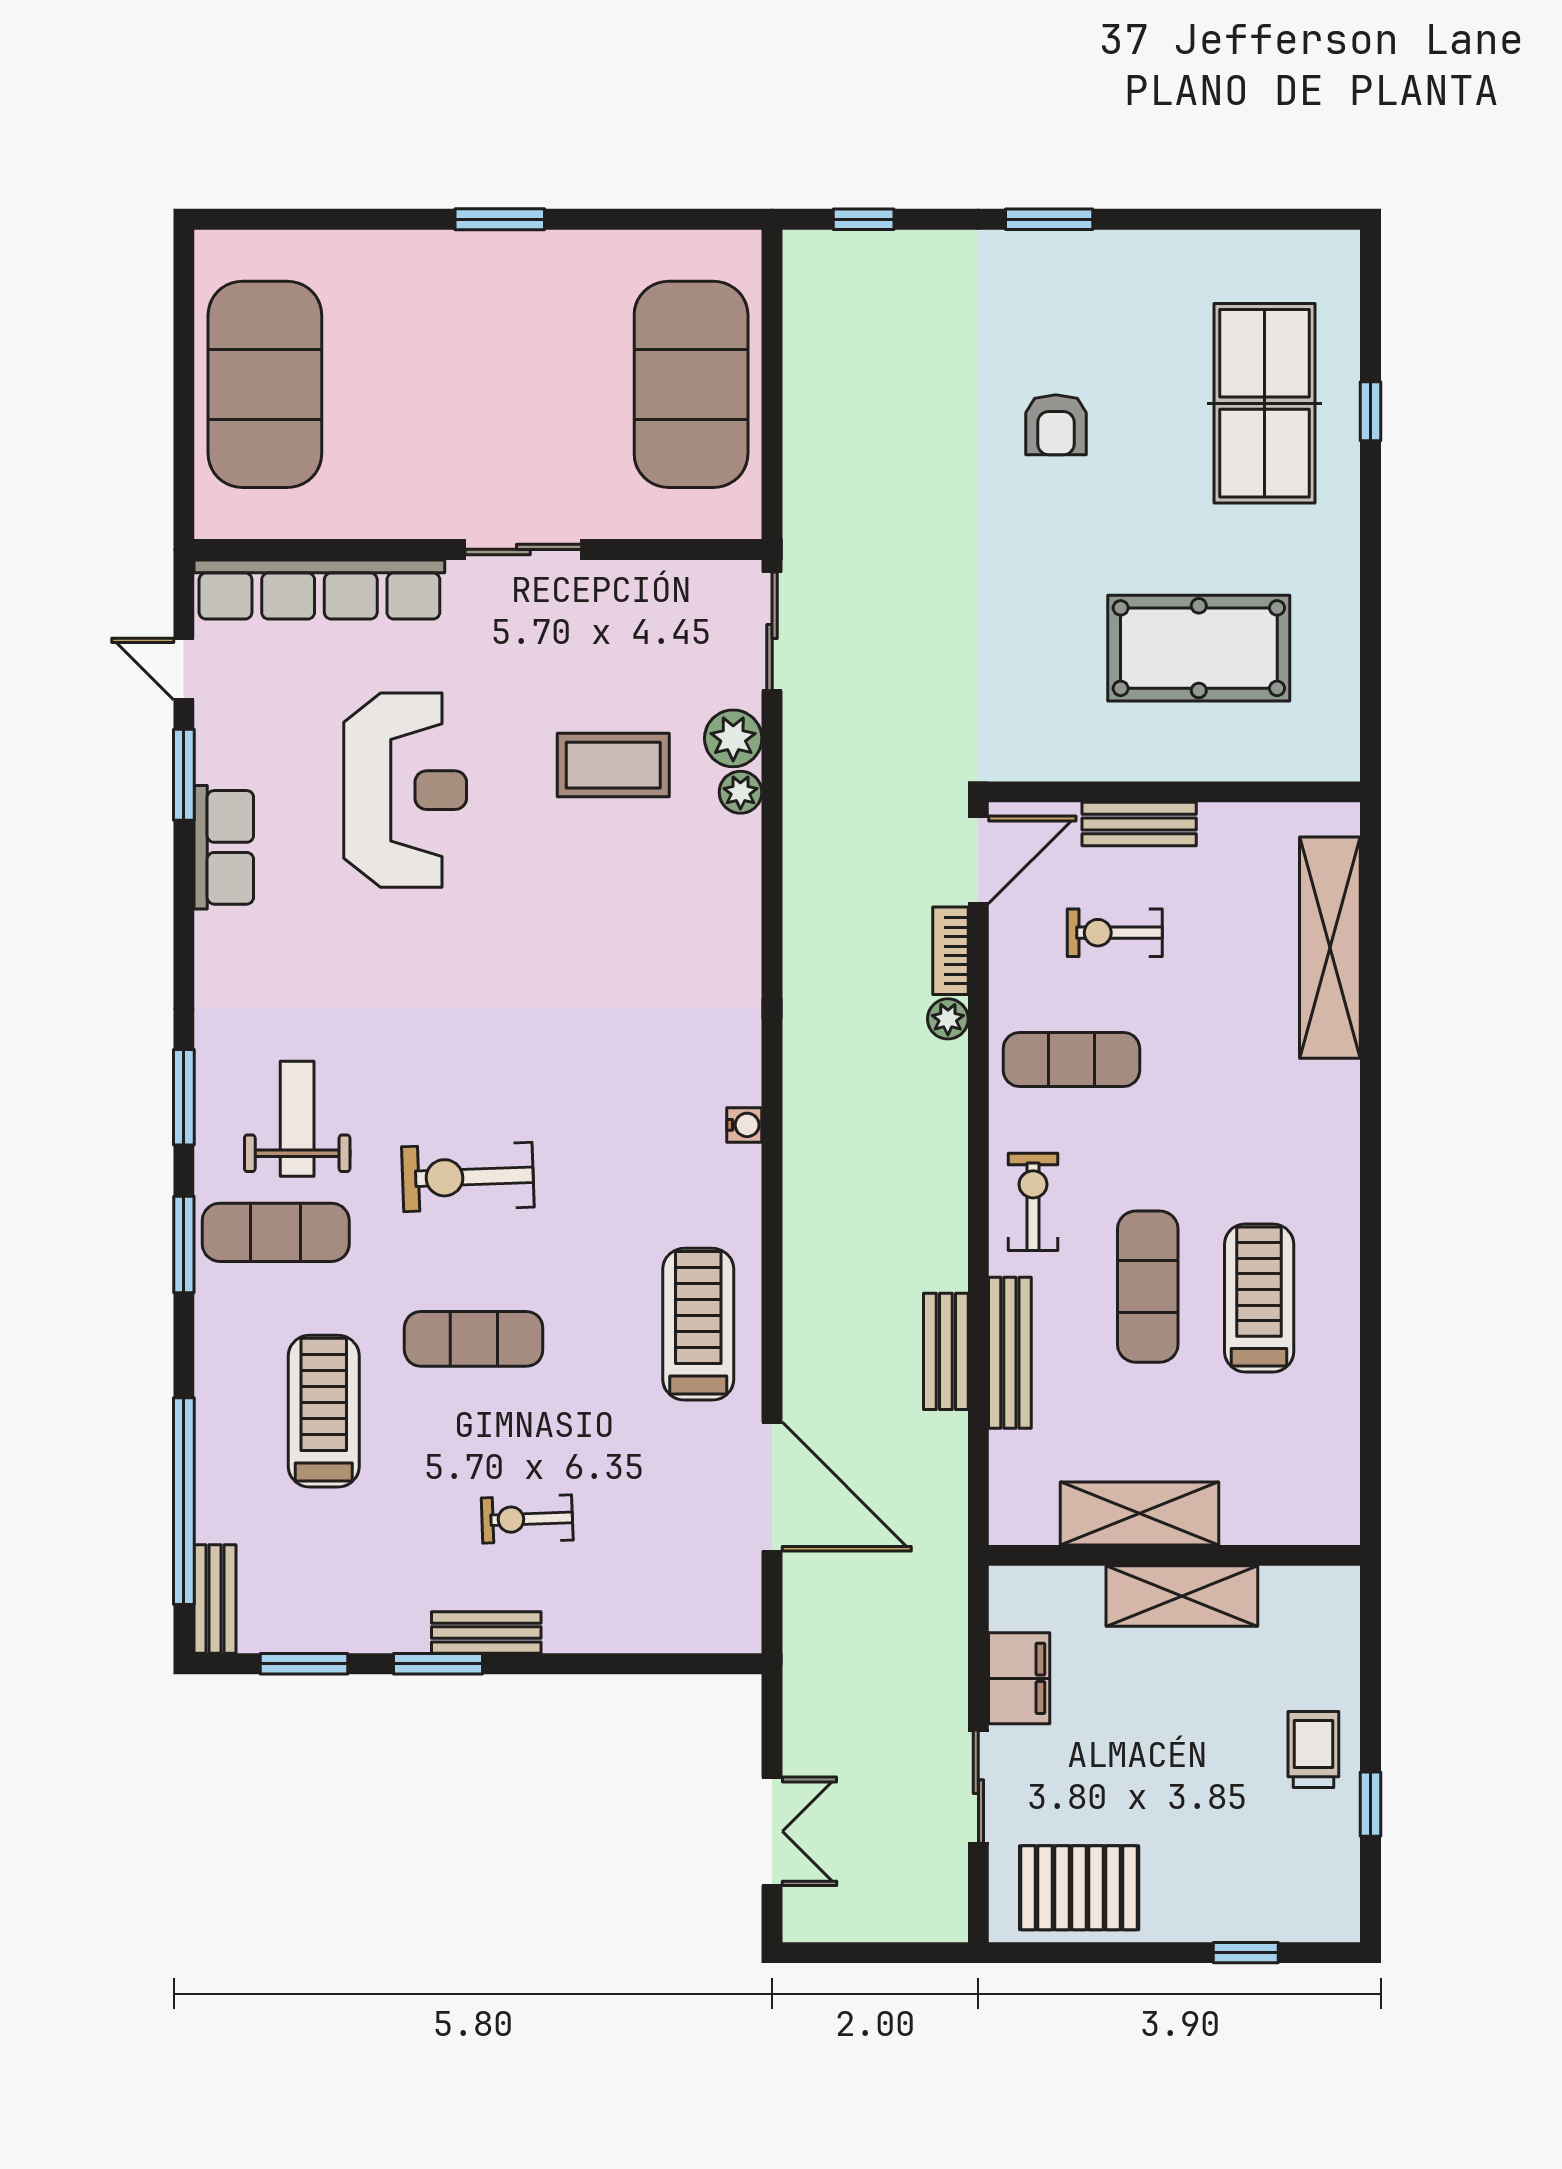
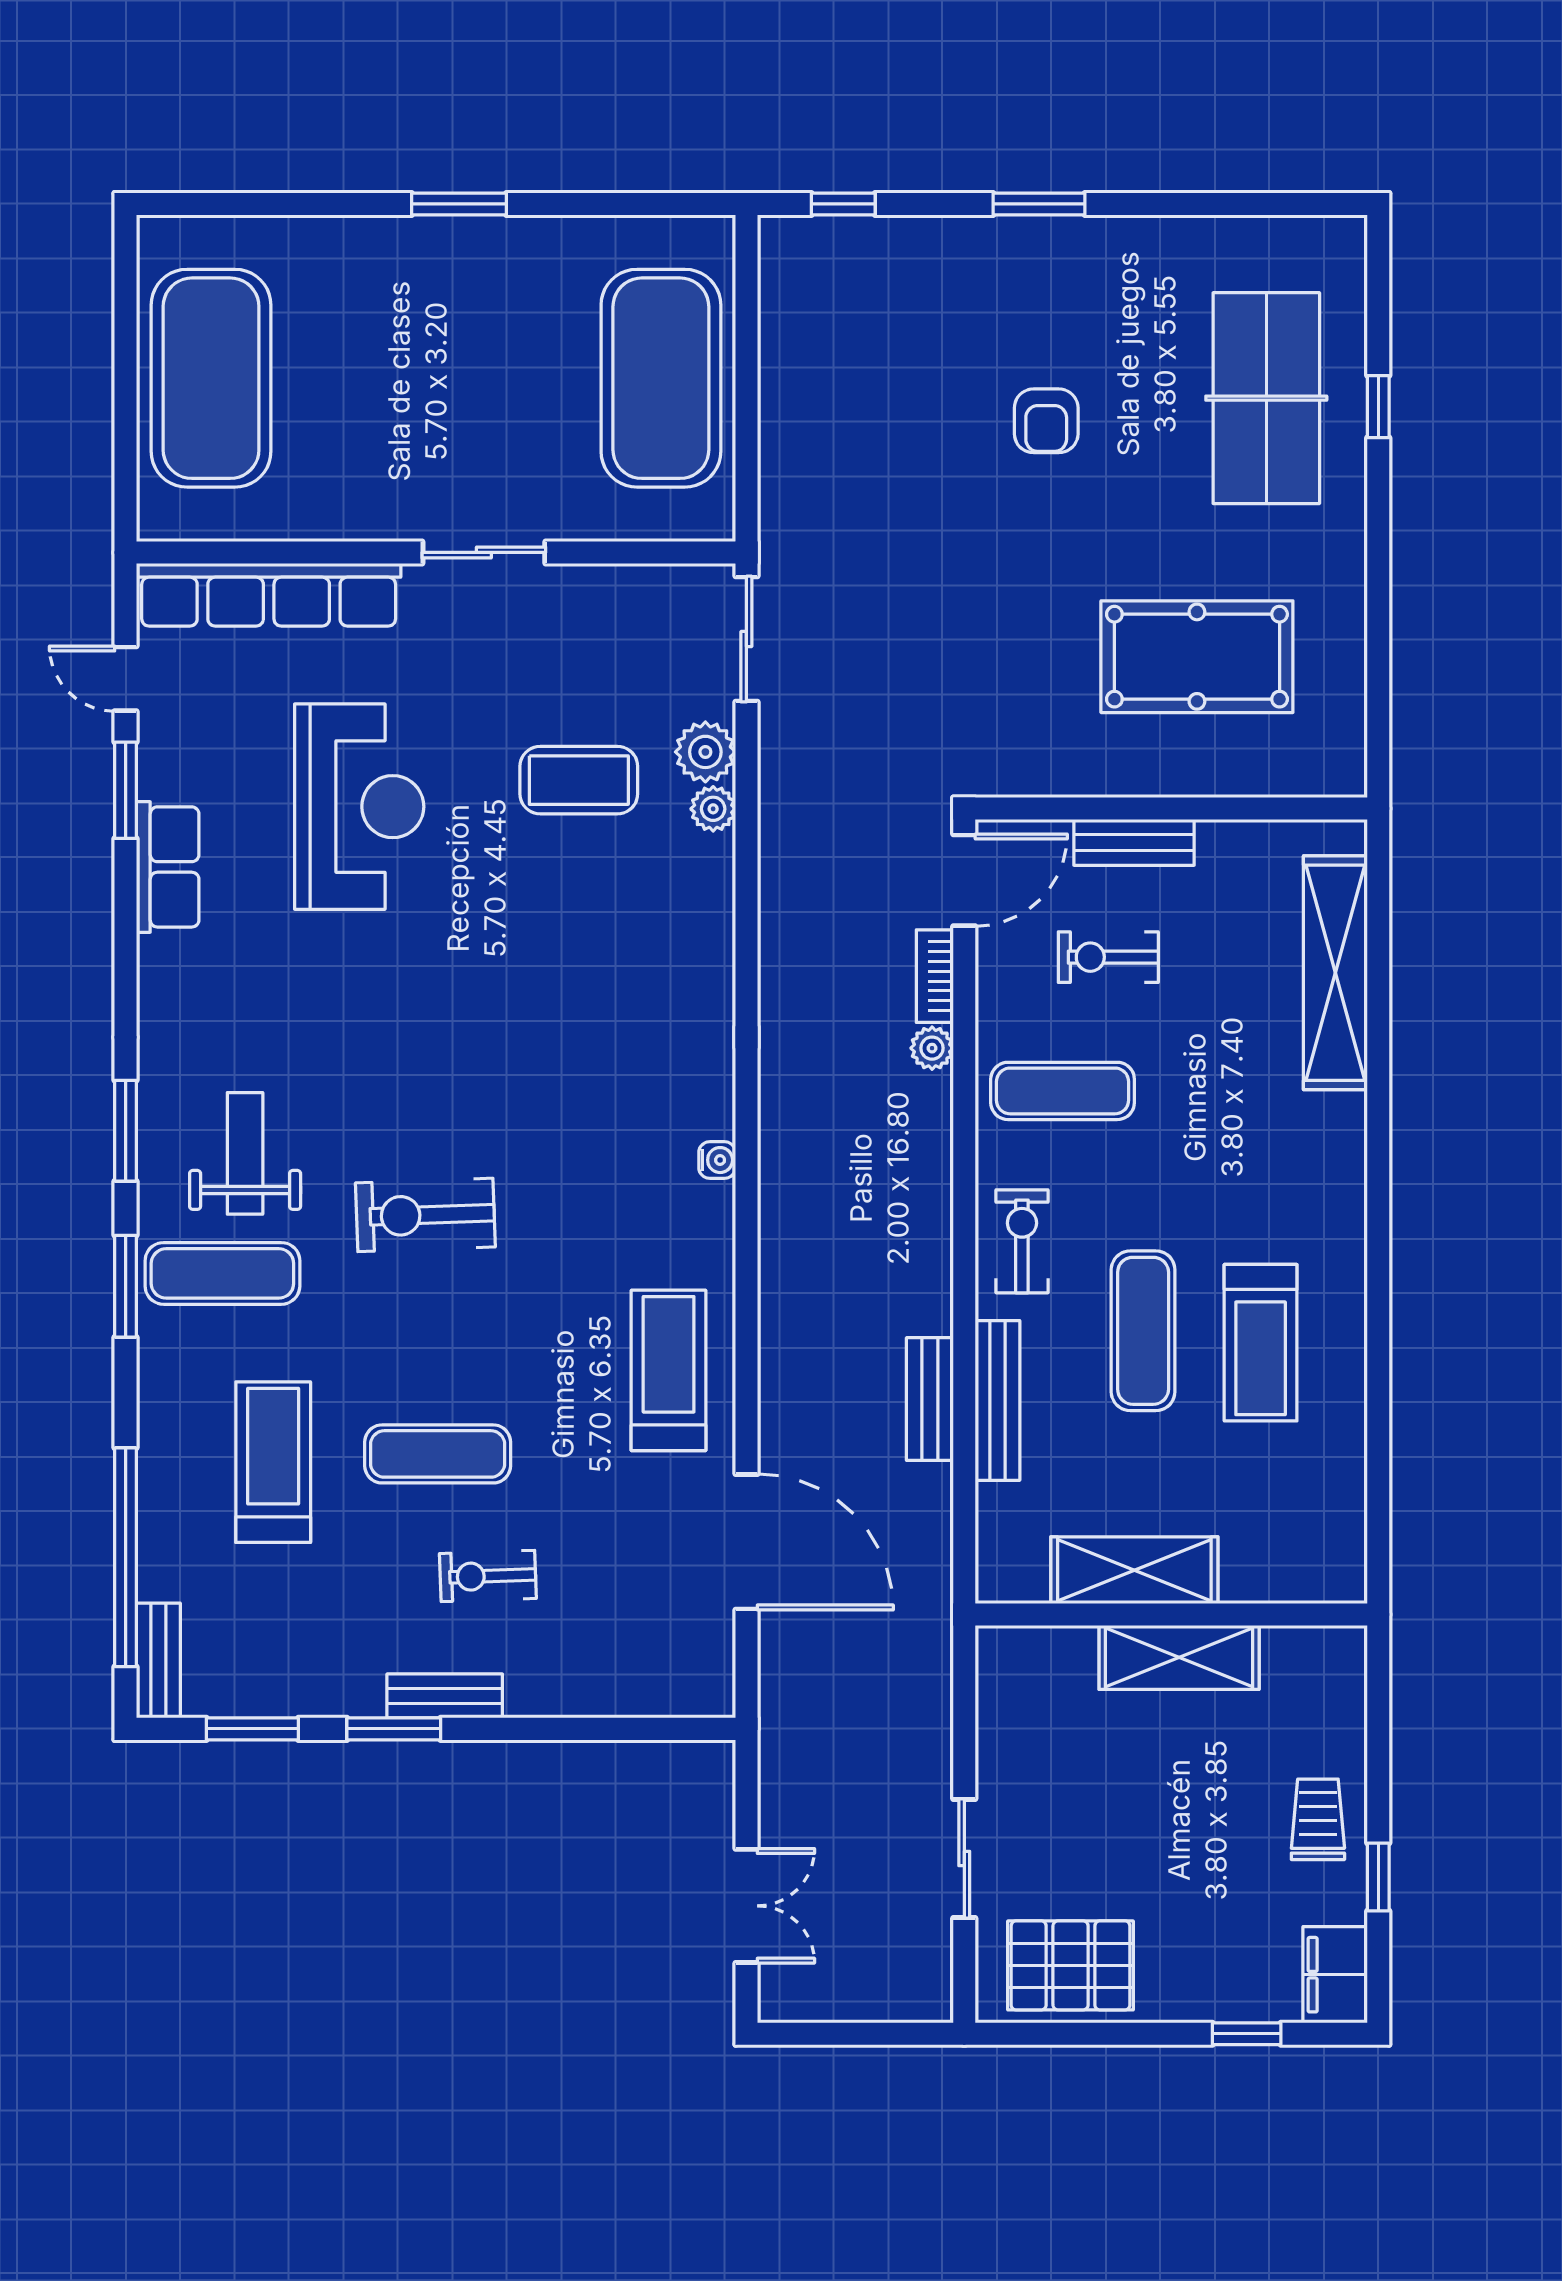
treadmill: (1259, 1298) -> (1261, 1343), turned 180
exercise mat: (474, 1339) -> (438, 1454), moved
filing cabinet: (1019, 1678) -> (1335, 1975), moved, turned 180

